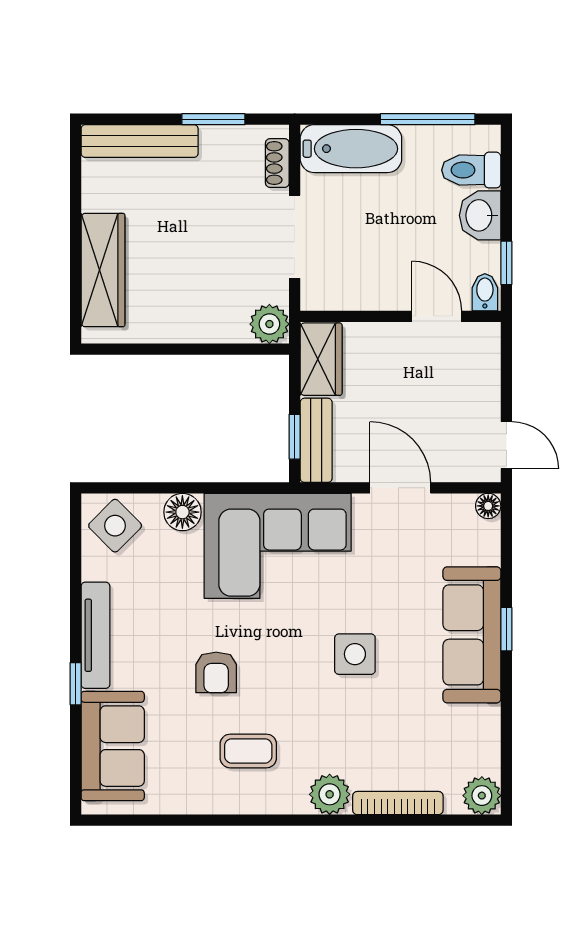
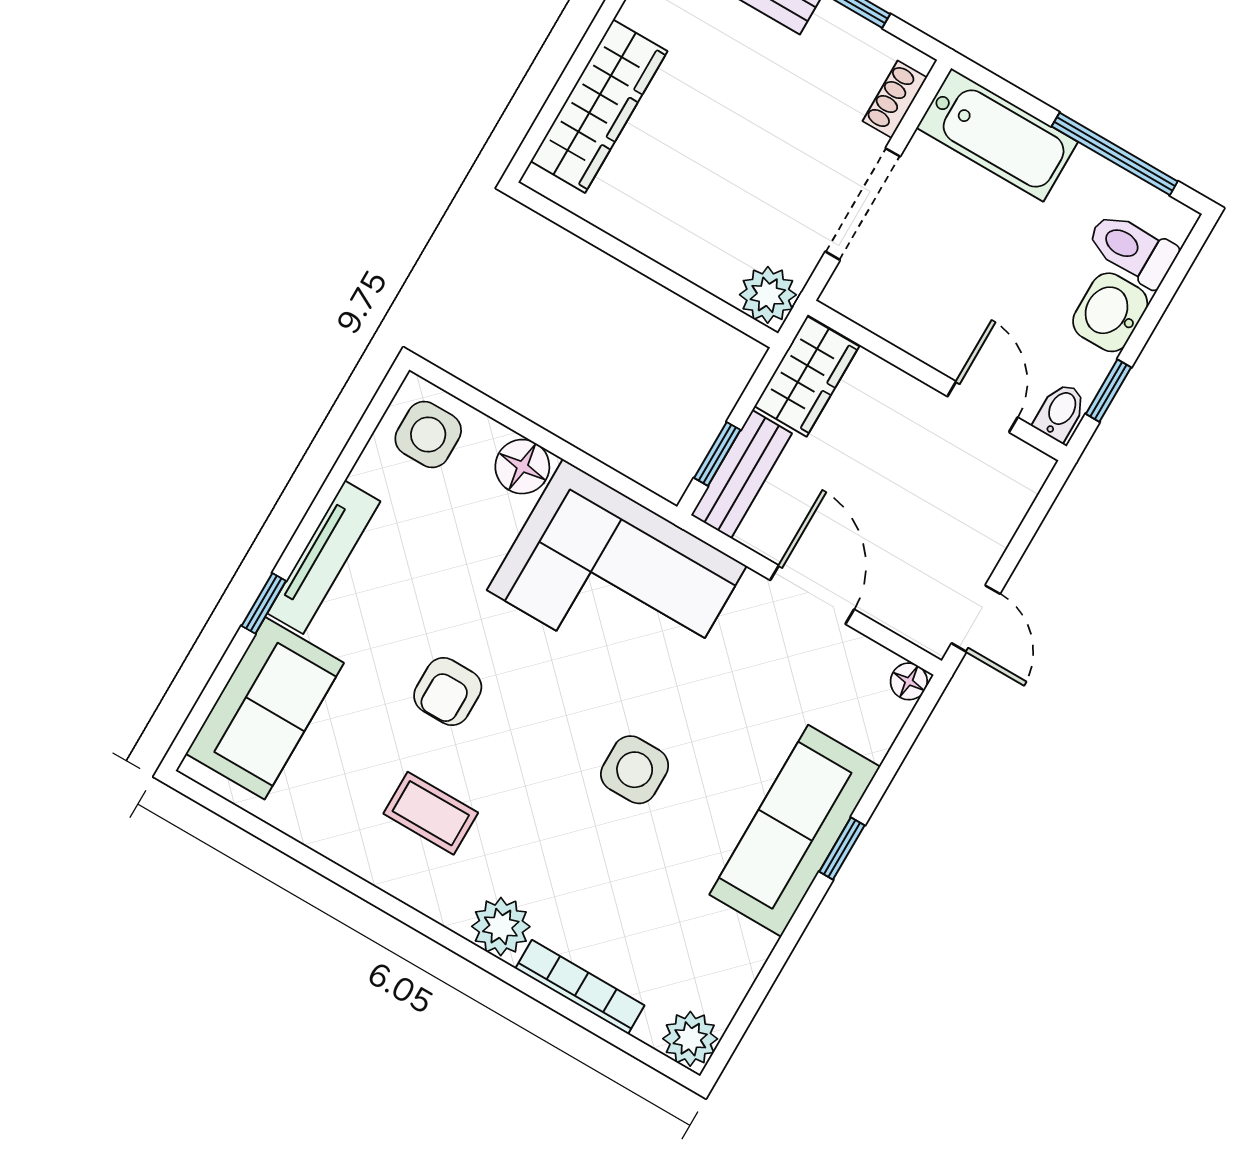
side table: (115, 526) -> (428, 434), turned 45

